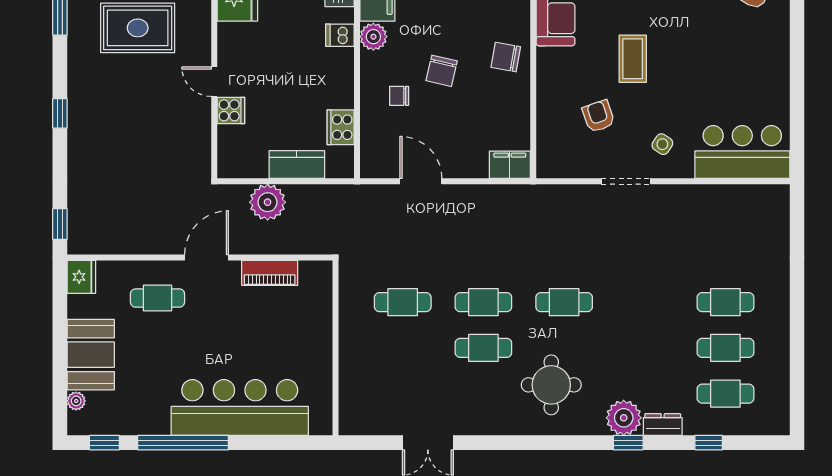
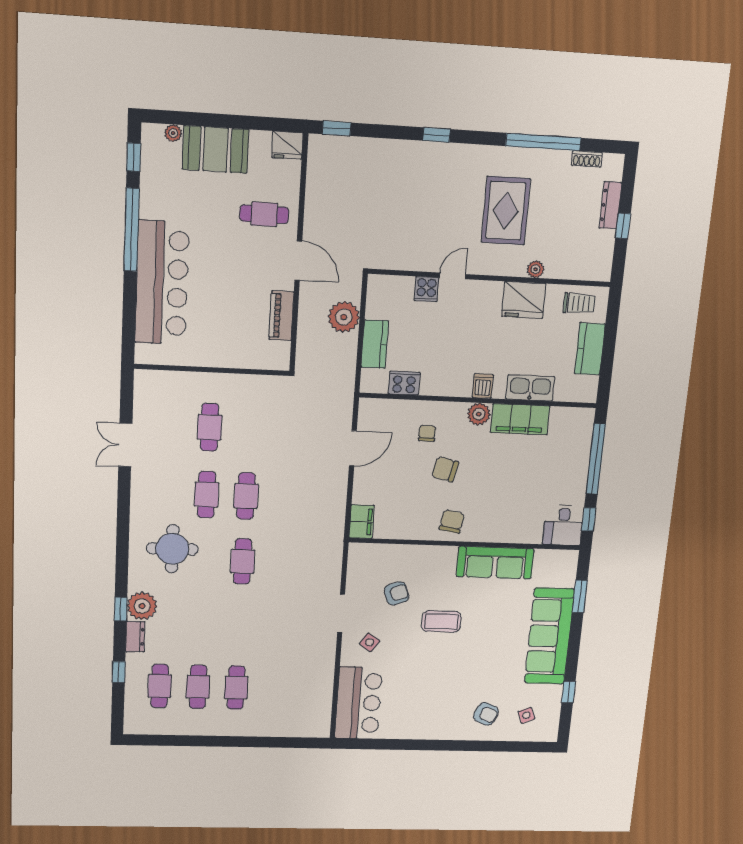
cafe table: (157, 298) -> (264, 214), turned 90
cafe table: (403, 302) -> (210, 427), moved

